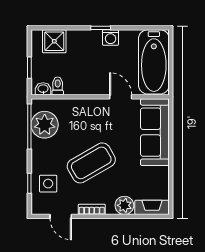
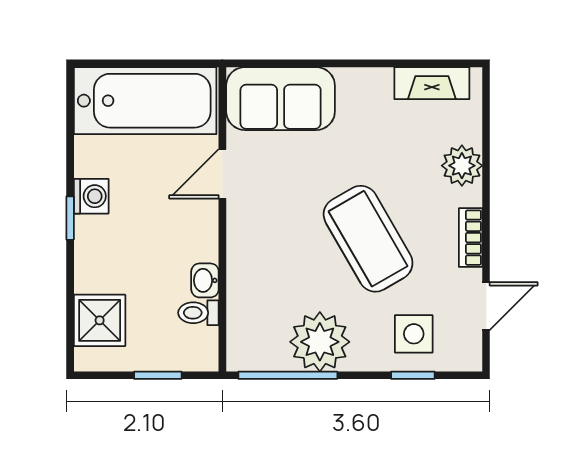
washbasin: (43, 89) -> (205, 280), moved
plant: (45, 125) -> (320, 342), moved
sofa: (155, 132) -> (281, 99), width x0.73
fireplace: (152, 207) -> (432, 83), moved, turned -90

